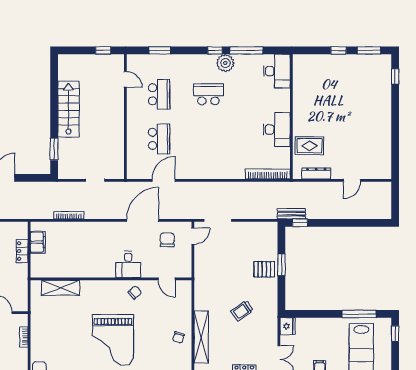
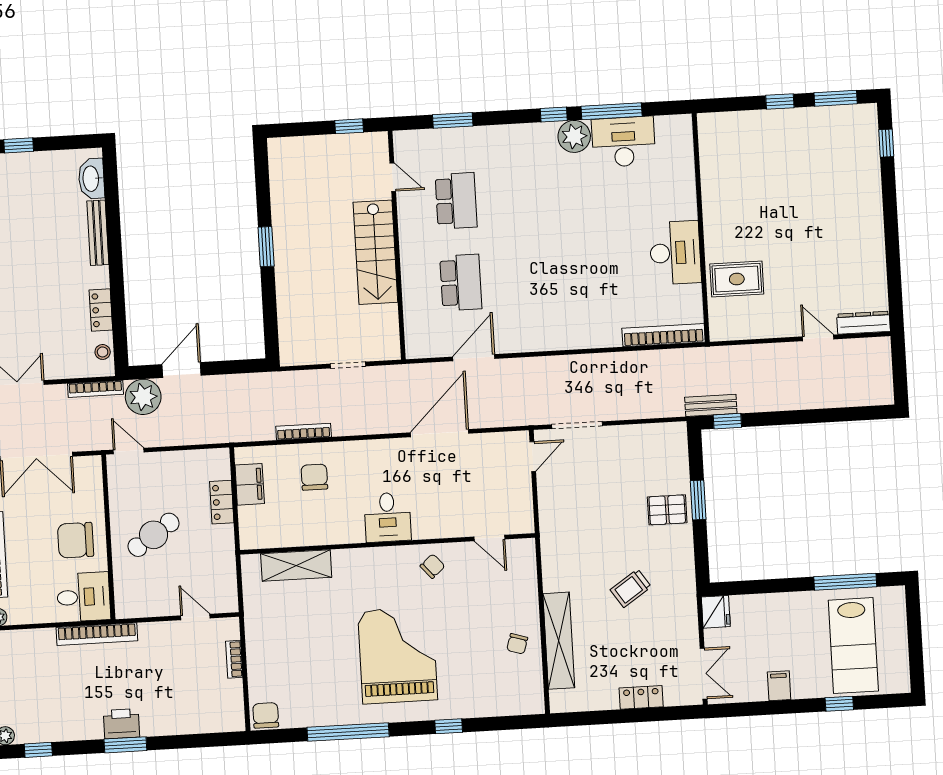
desk: (277, 71) -> (623, 142), moved, turned -90
school desk: (208, 94) -> (546, 196), removed
stairs: (68, 109) -> (375, 252), moved, turned 180
window: (54, 149) -> (266, 247), moved
dresser: (316, 173) -> (864, 323), moved
door: (352, 180) -> (818, 338), swing flipped
chair: (167, 240) -> (314, 477), moved
desk: (128, 264) -> (388, 517), moved
window: (395, 333) -> (913, 614), removed
grand piano: (113, 340) -> (398, 655), turned 180

